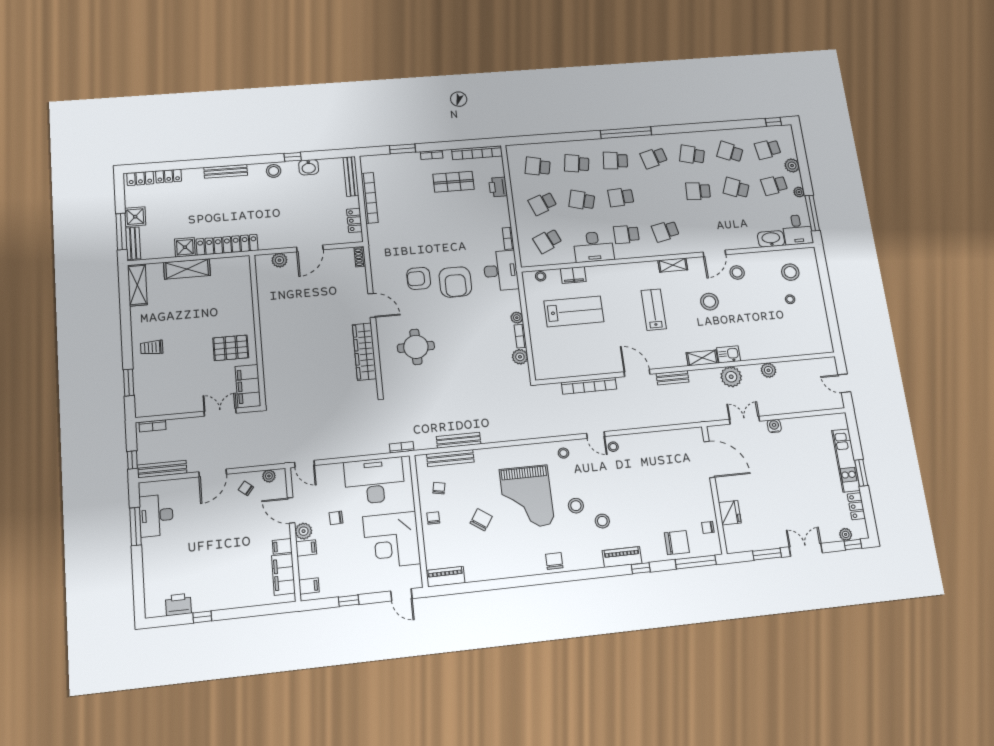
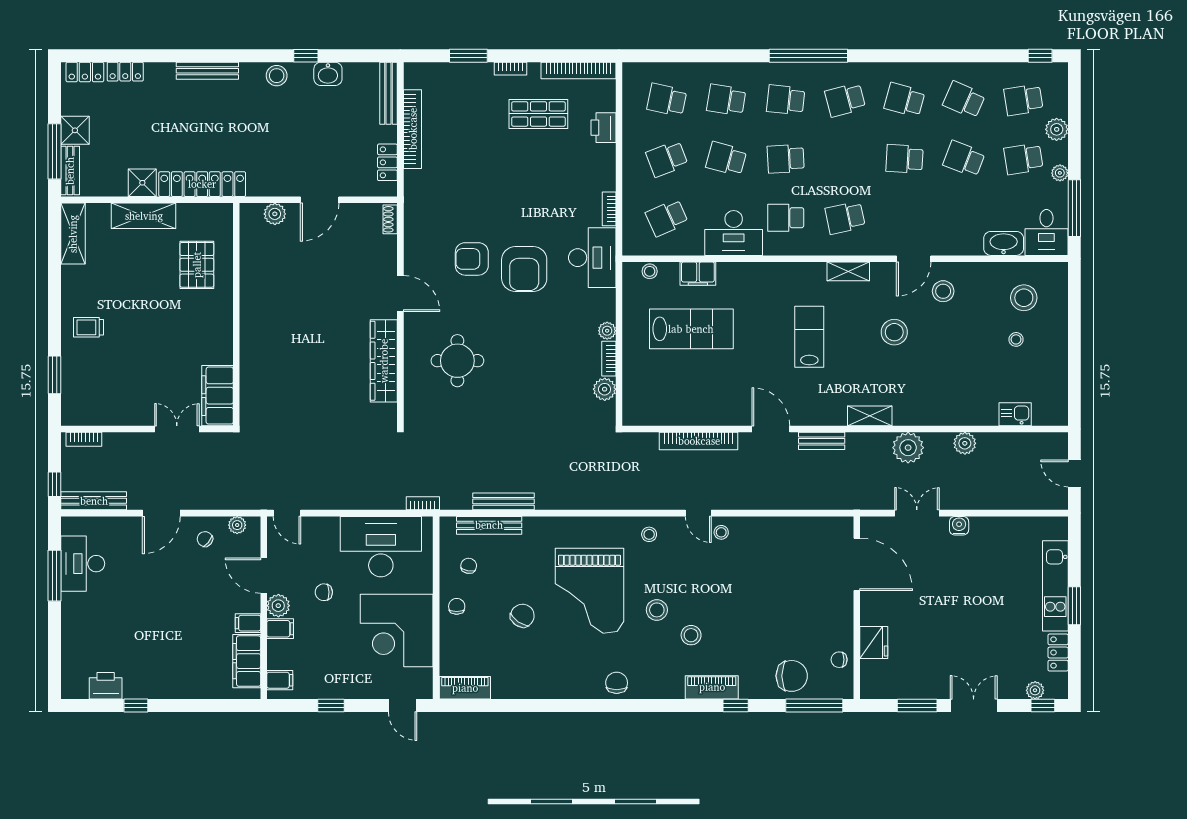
pallet: (231, 348) -> (197, 265), moved, turned 90
kitchen sink: (729, 354) -> (1015, 414), moved

